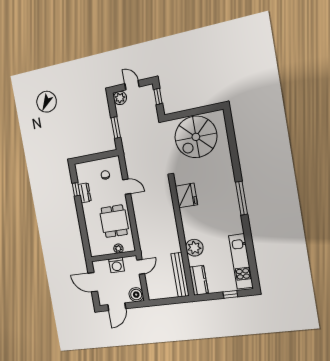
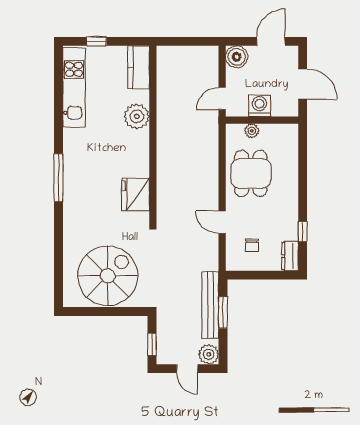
dresser: (85, 193) -> (290, 256), moved
bench: (180, 275) -> (210, 305), moved

